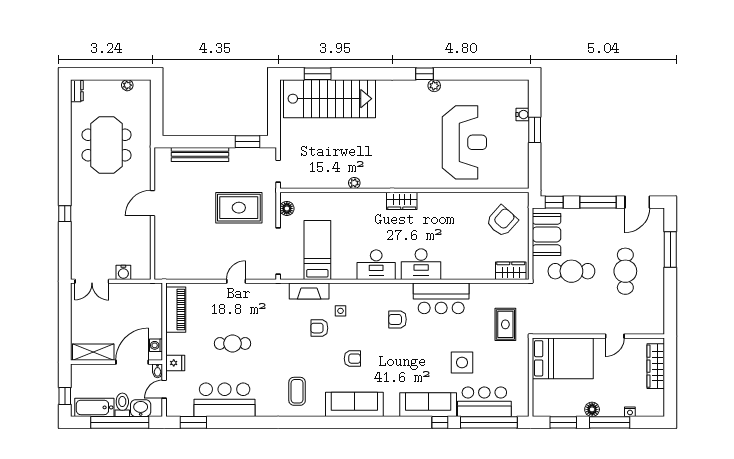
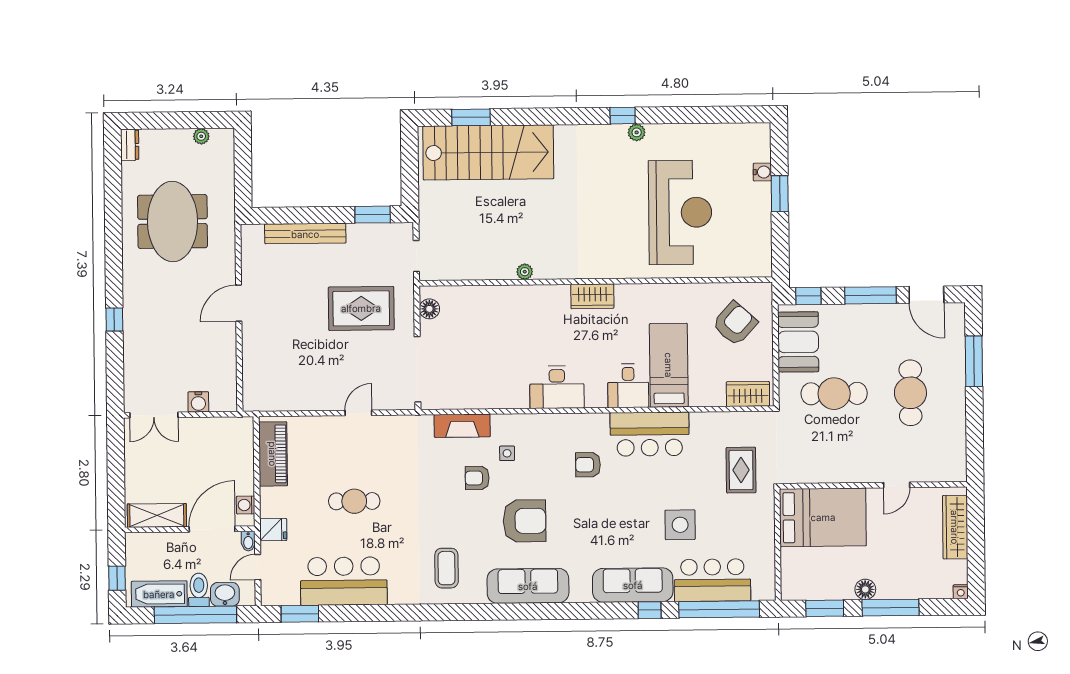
door: (637, 202) -> (926, 295), hinge flipped
bed: (317, 250) -> (669, 365), moved
desk: (421, 264) -> (628, 386), width x0.73
armchair: (352, 359) -> (525, 521), width x1.88, depth x1.88
nightstand: (630, 412) -> (961, 592), moved

